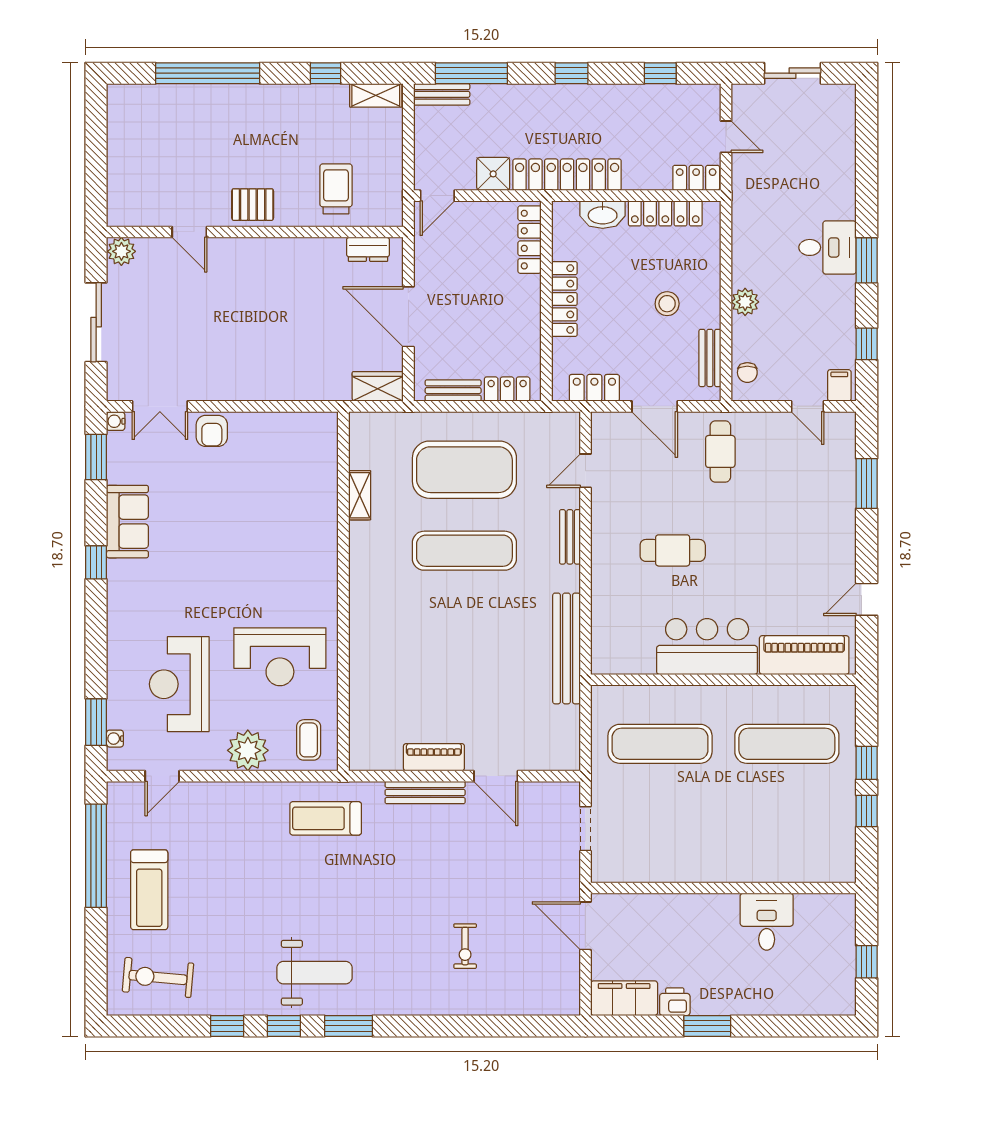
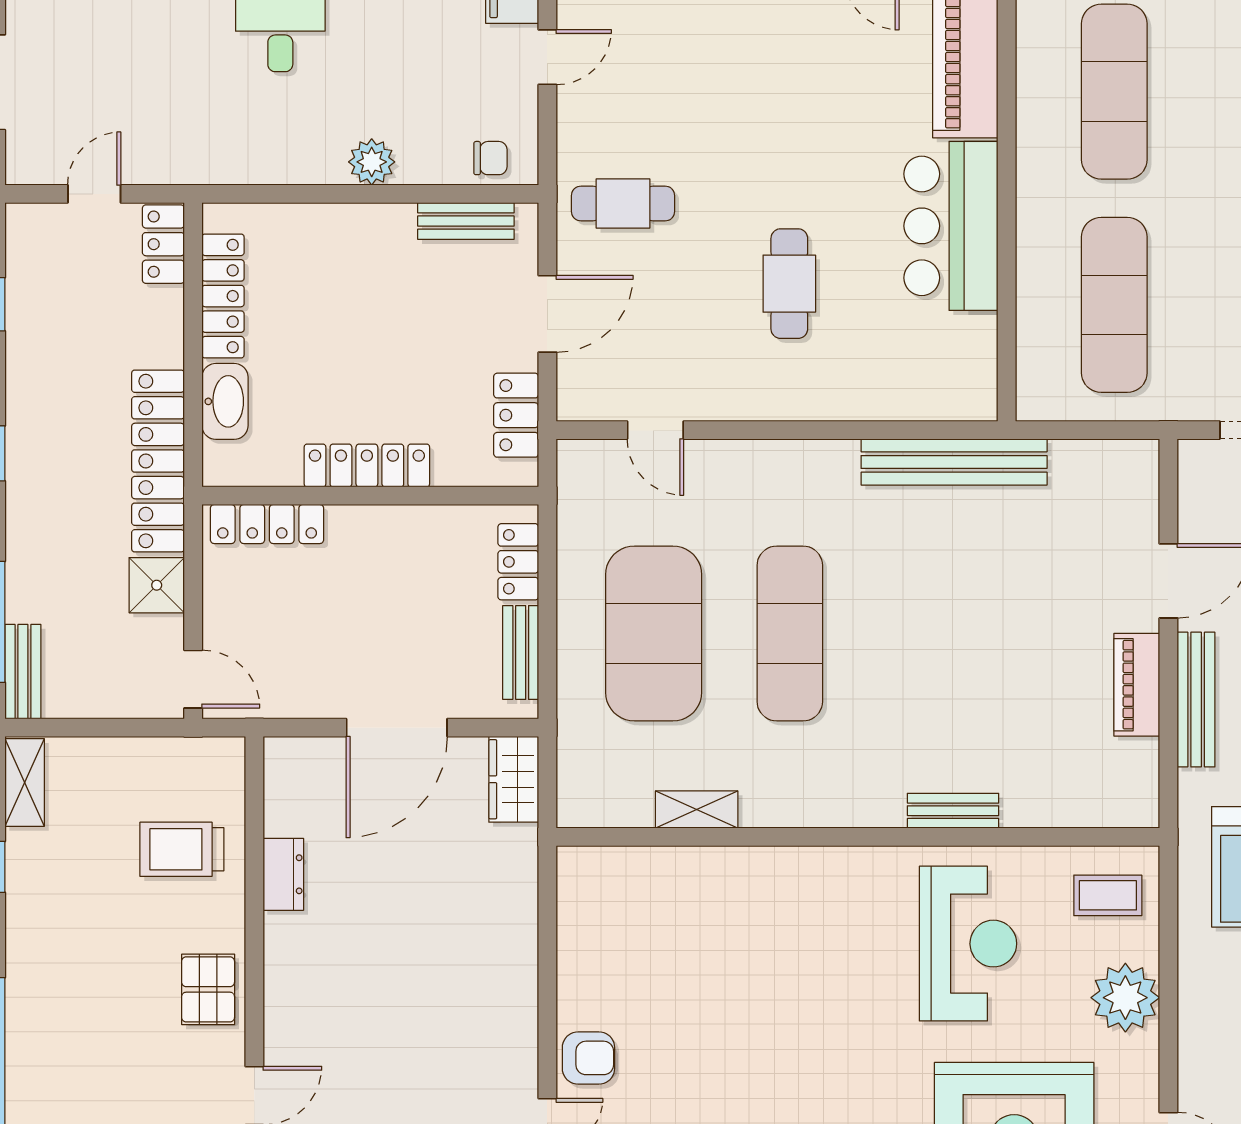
dresser: (368, 249) -> (283, 874), moved
stool: (667, 304) -> (375, 293), removed
bench: (570, 537) -> (953, 811), moved

